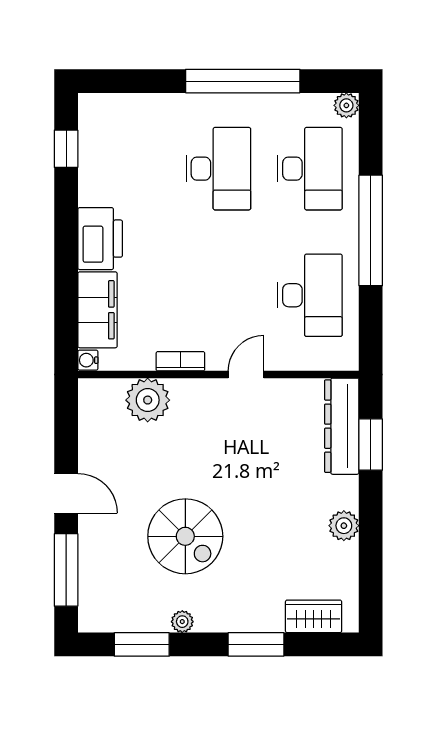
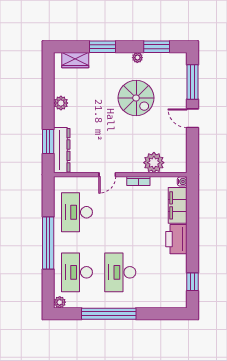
spiral stairs: (185, 536) -> (136, 98), turned 180

